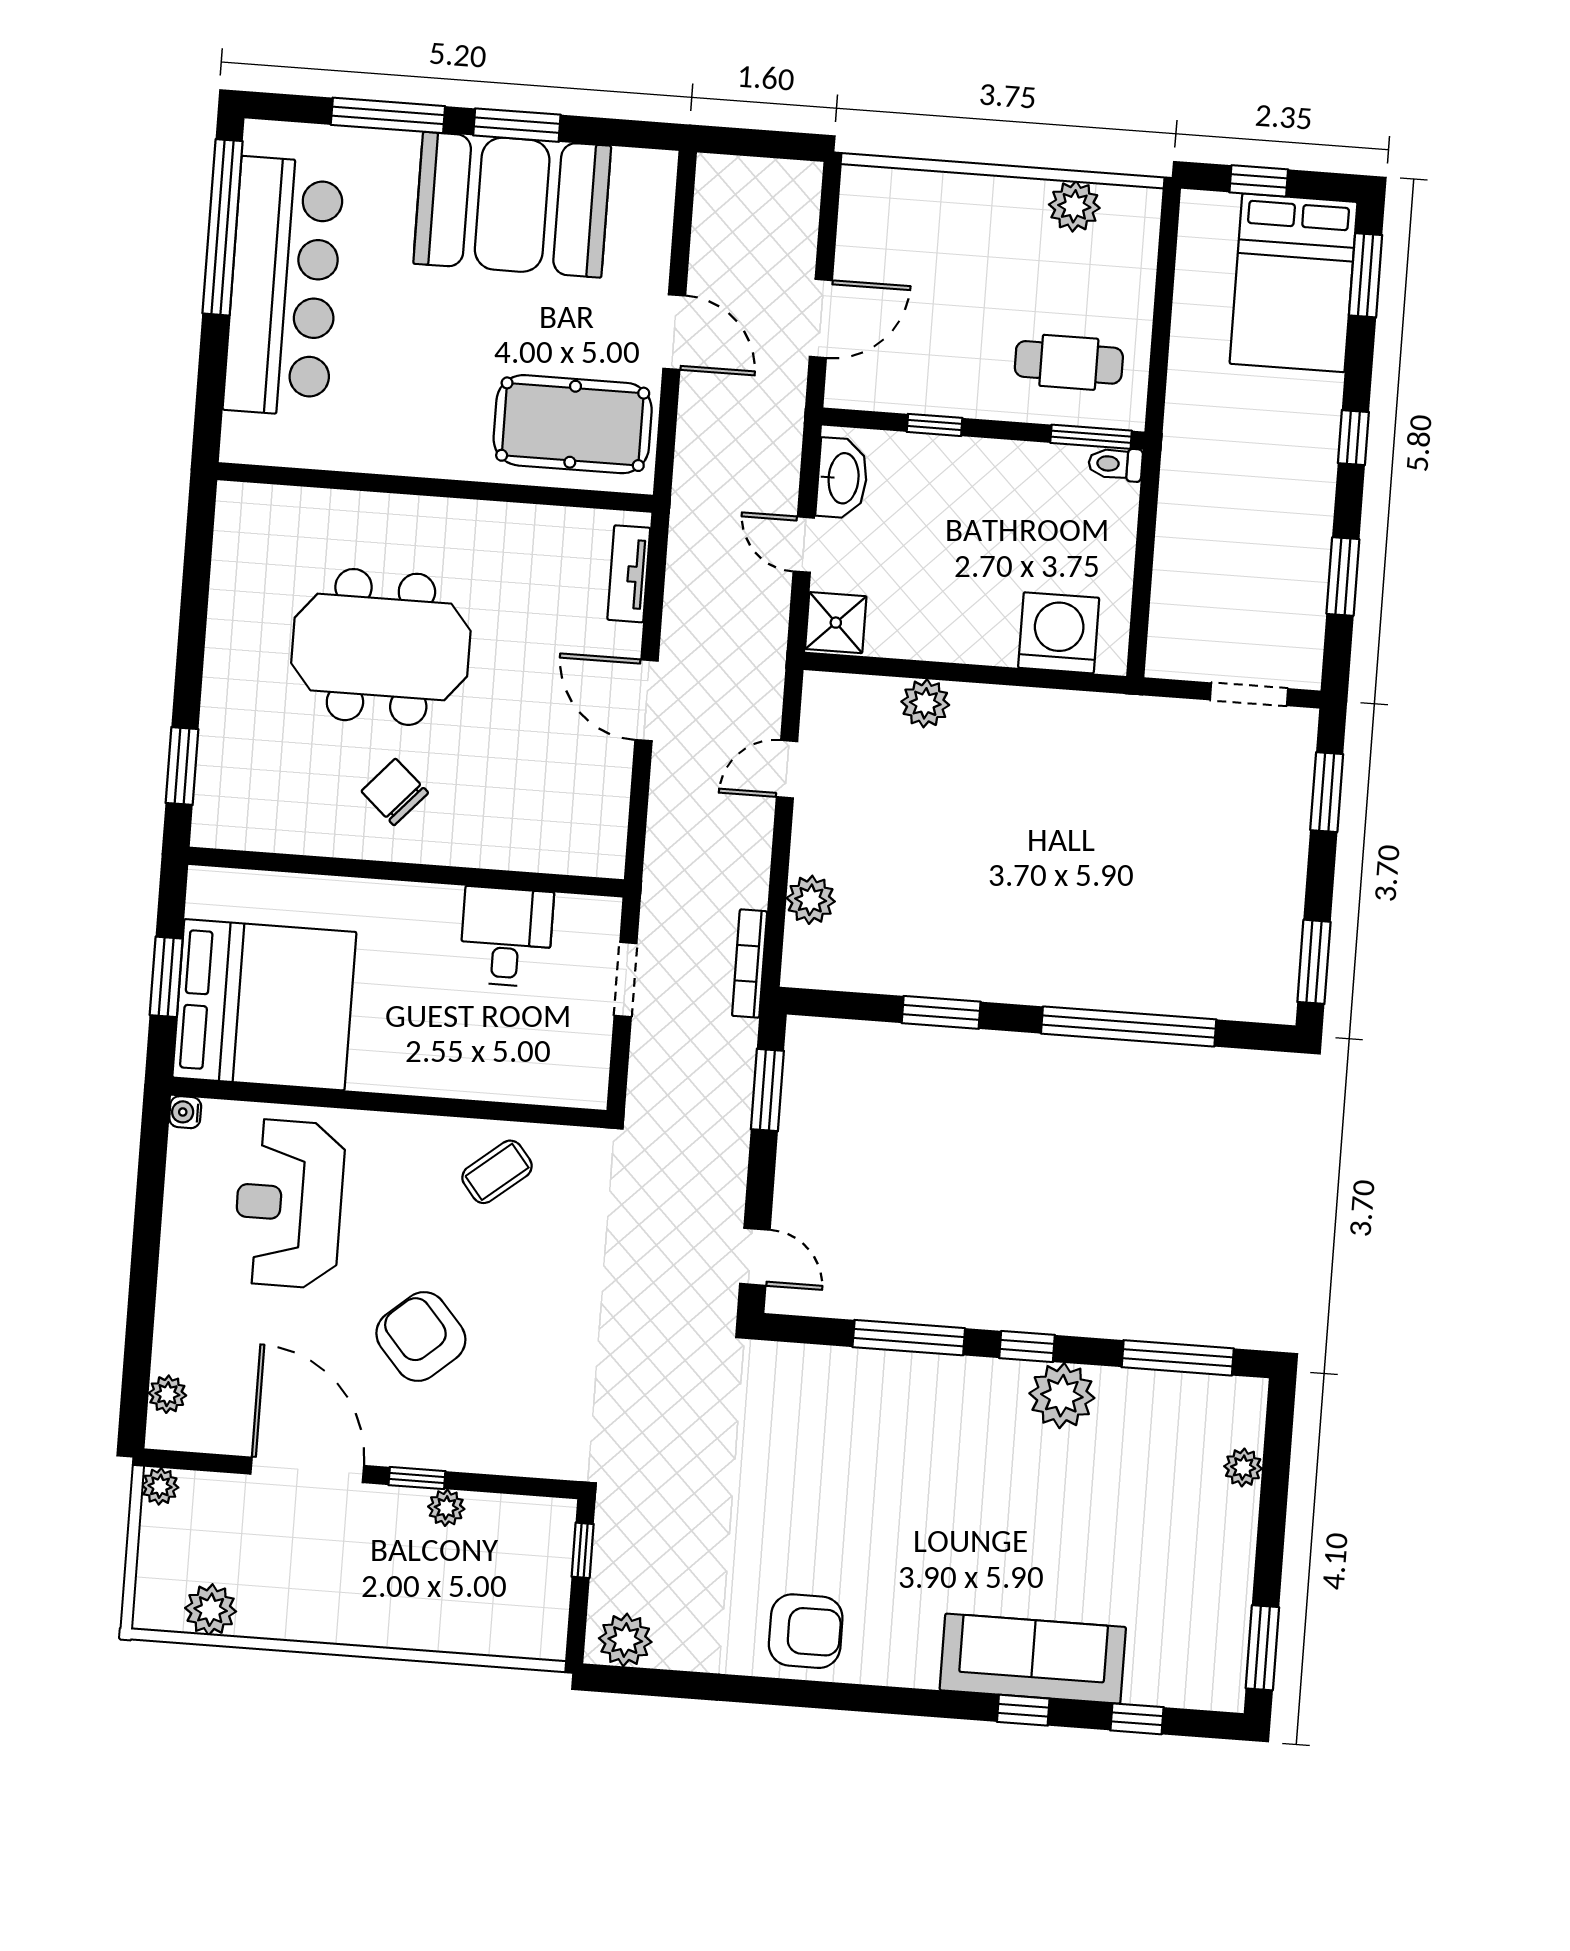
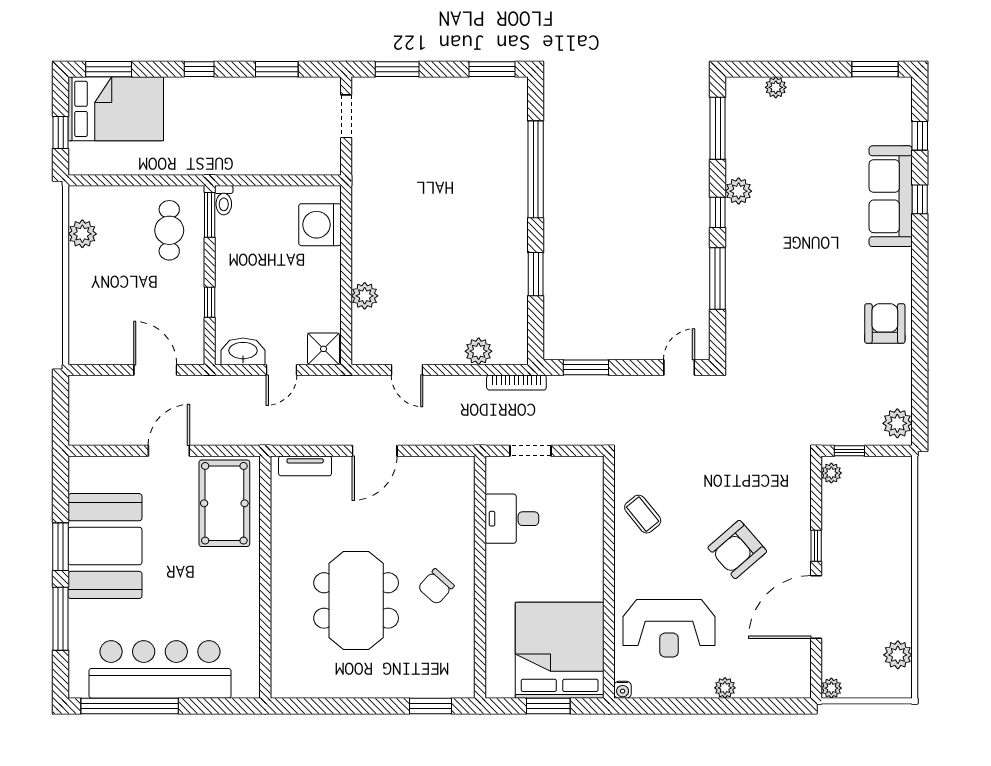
plant: (167, 1394) -> (725, 688), moved
plant: (1062, 1396) -> (739, 191), width x0.73, depth x0.73
plant: (446, 1508) -> (831, 473), moved

